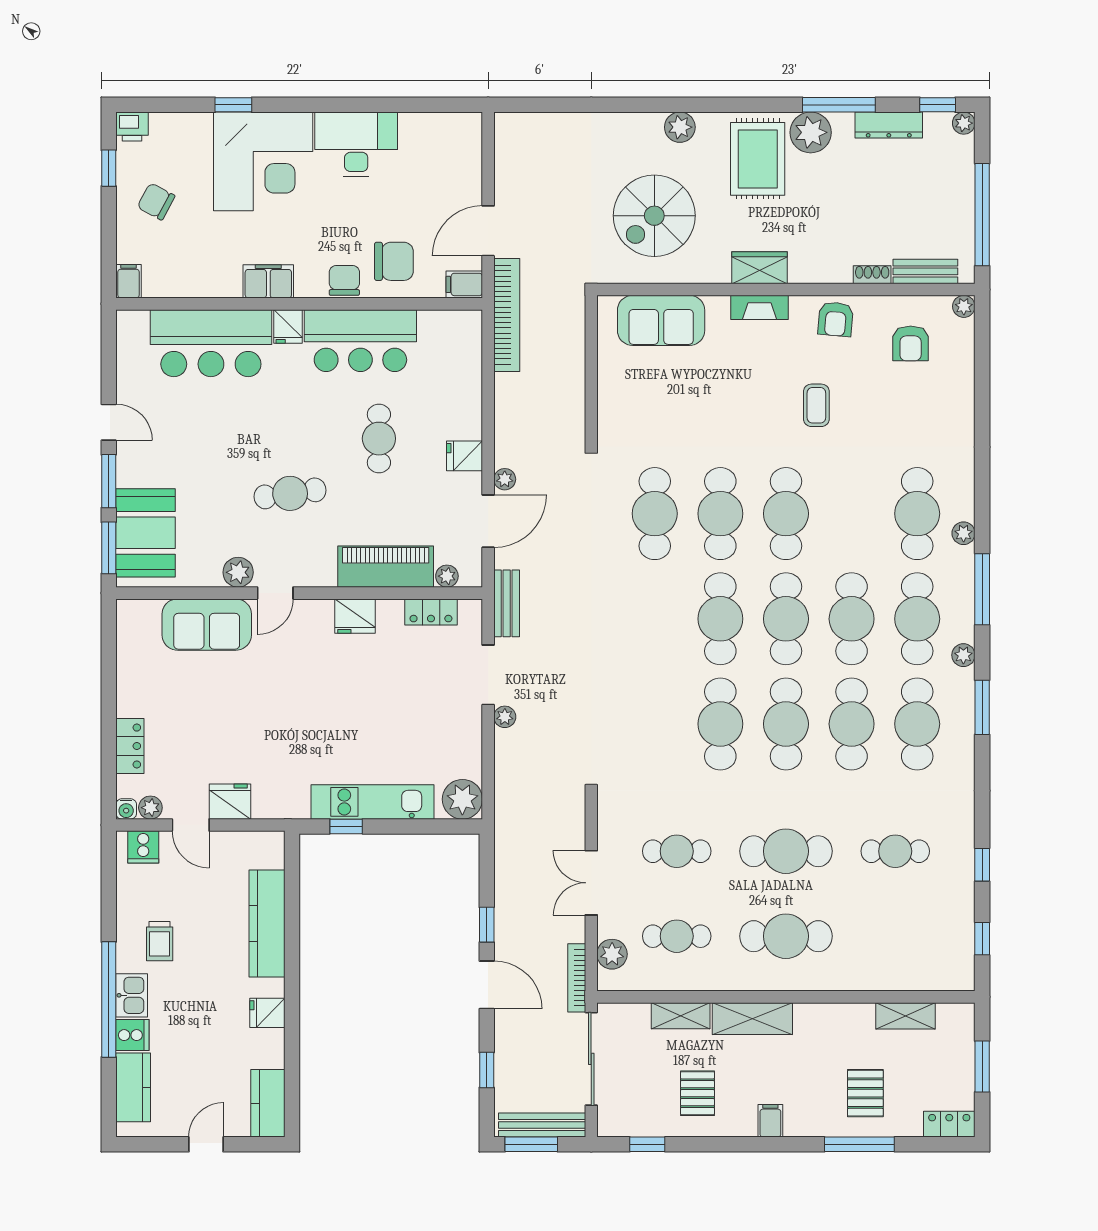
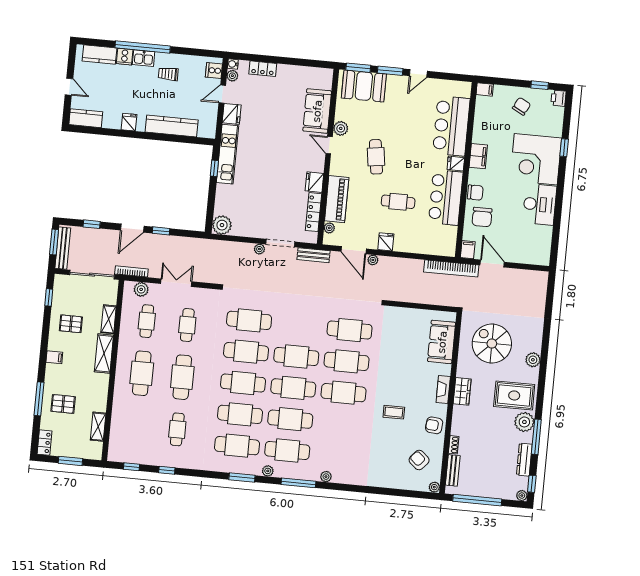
armchair: (911, 343) -> (419, 460), turned 41
cafe table: (917, 514) -> (249, 320), moved
locker: (431, 612) -> (314, 212), width x1.53
kitchen unit: (372, 802) -> (228, 154), moved

